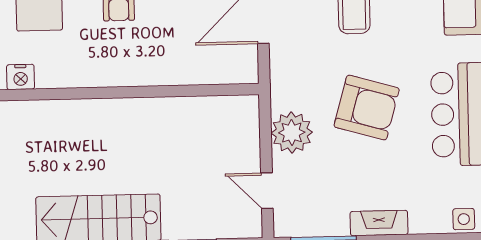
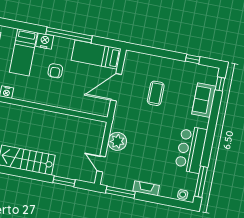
armchair: (367, 108) -> (152, 138), removed

